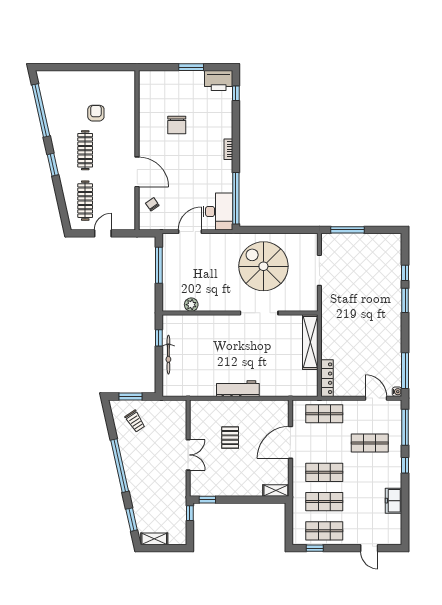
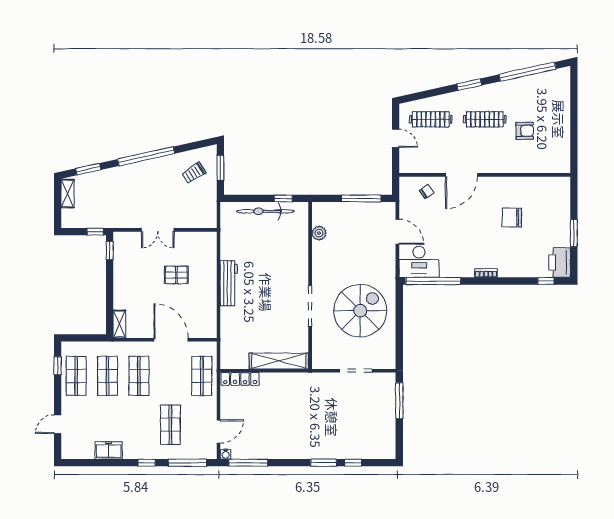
bicycle: (168, 355) -> (265, 211), width x1.37, depth x1.40

